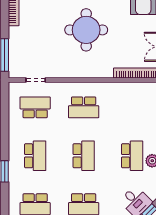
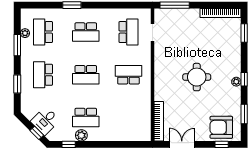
round table: (86, 30) -> (197, 77), width x0.73, depth x0.73
school desk: (84, 107) -> (128, 75), turned 90

